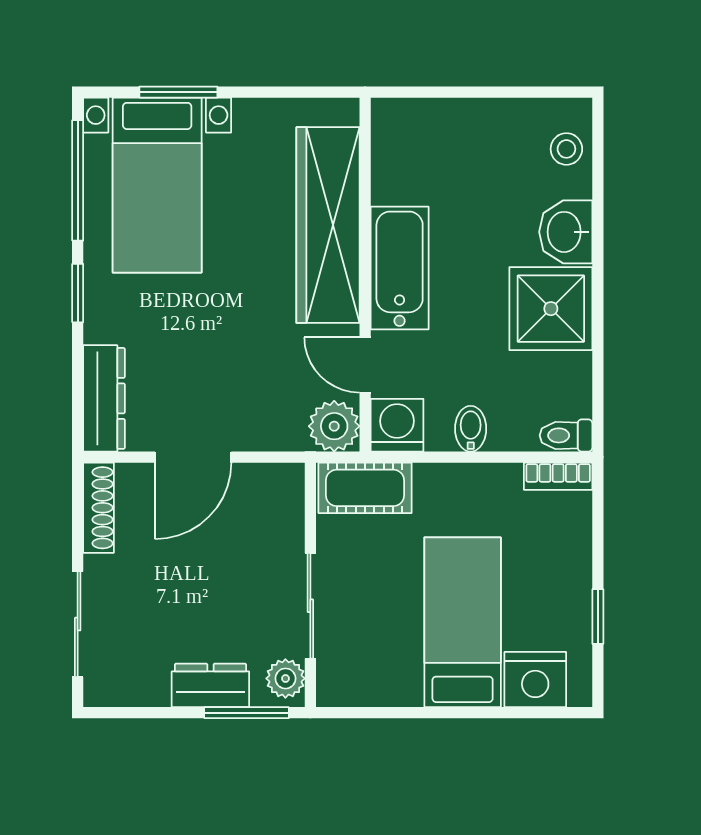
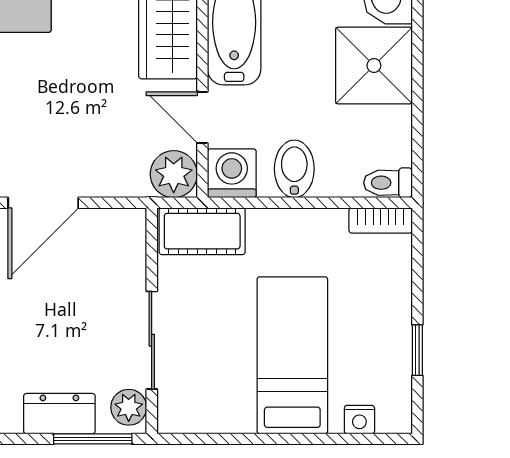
bidet: (471, 429) -> (294, 169), width x1.38, depth x1.36
nightstand: (535, 680) -> (359, 420), width x0.53, depth x0.56

